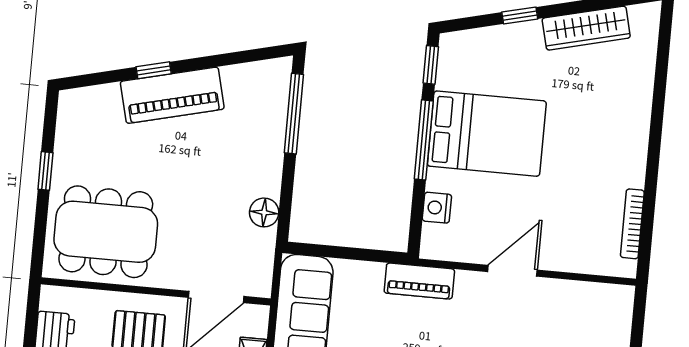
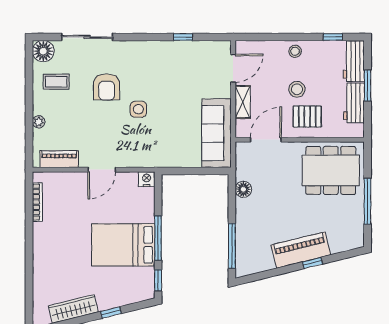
window: (45, 171) -> (368, 201), width x2.17
nightstand: (437, 208) -> (147, 179), moved, turned -90
piano: (419, 281) -> (59, 159), moved

